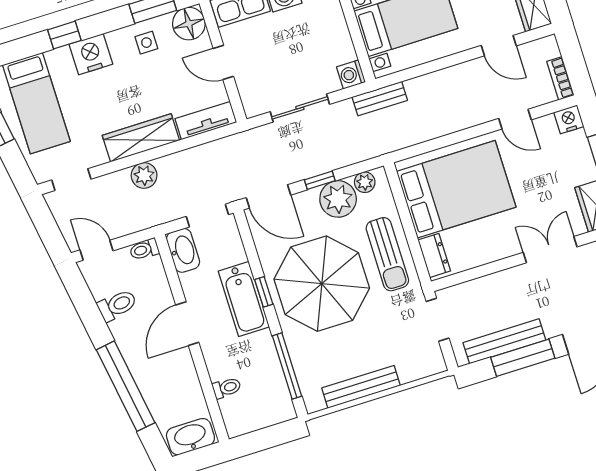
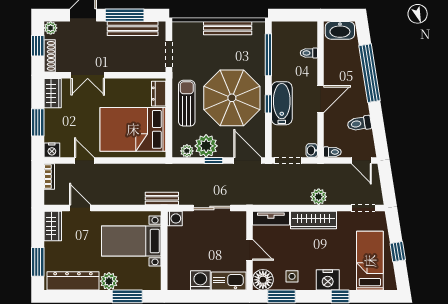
washbasin: (183, 250) -> (312, 150), width x0.52, depth x0.69

